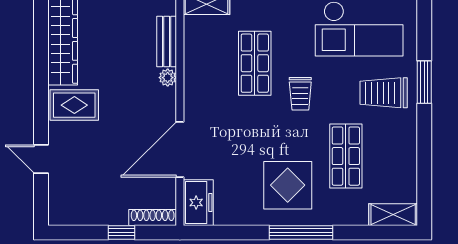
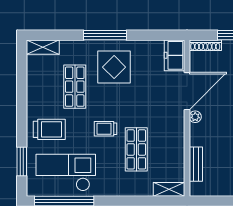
plant: (168, 78) -> (195, 117), moved
window: (424, 82) -> (22, 162), moved
trolley: (300, 94) -> (106, 129), turned -90

